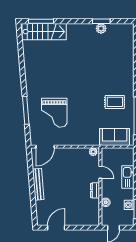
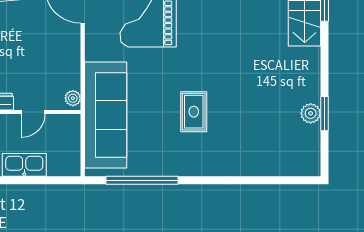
rug: (115, 102) -> (194, 112), moved
sofa: (115, 137) -> (106, 115), width x1.85, depth x1.27

